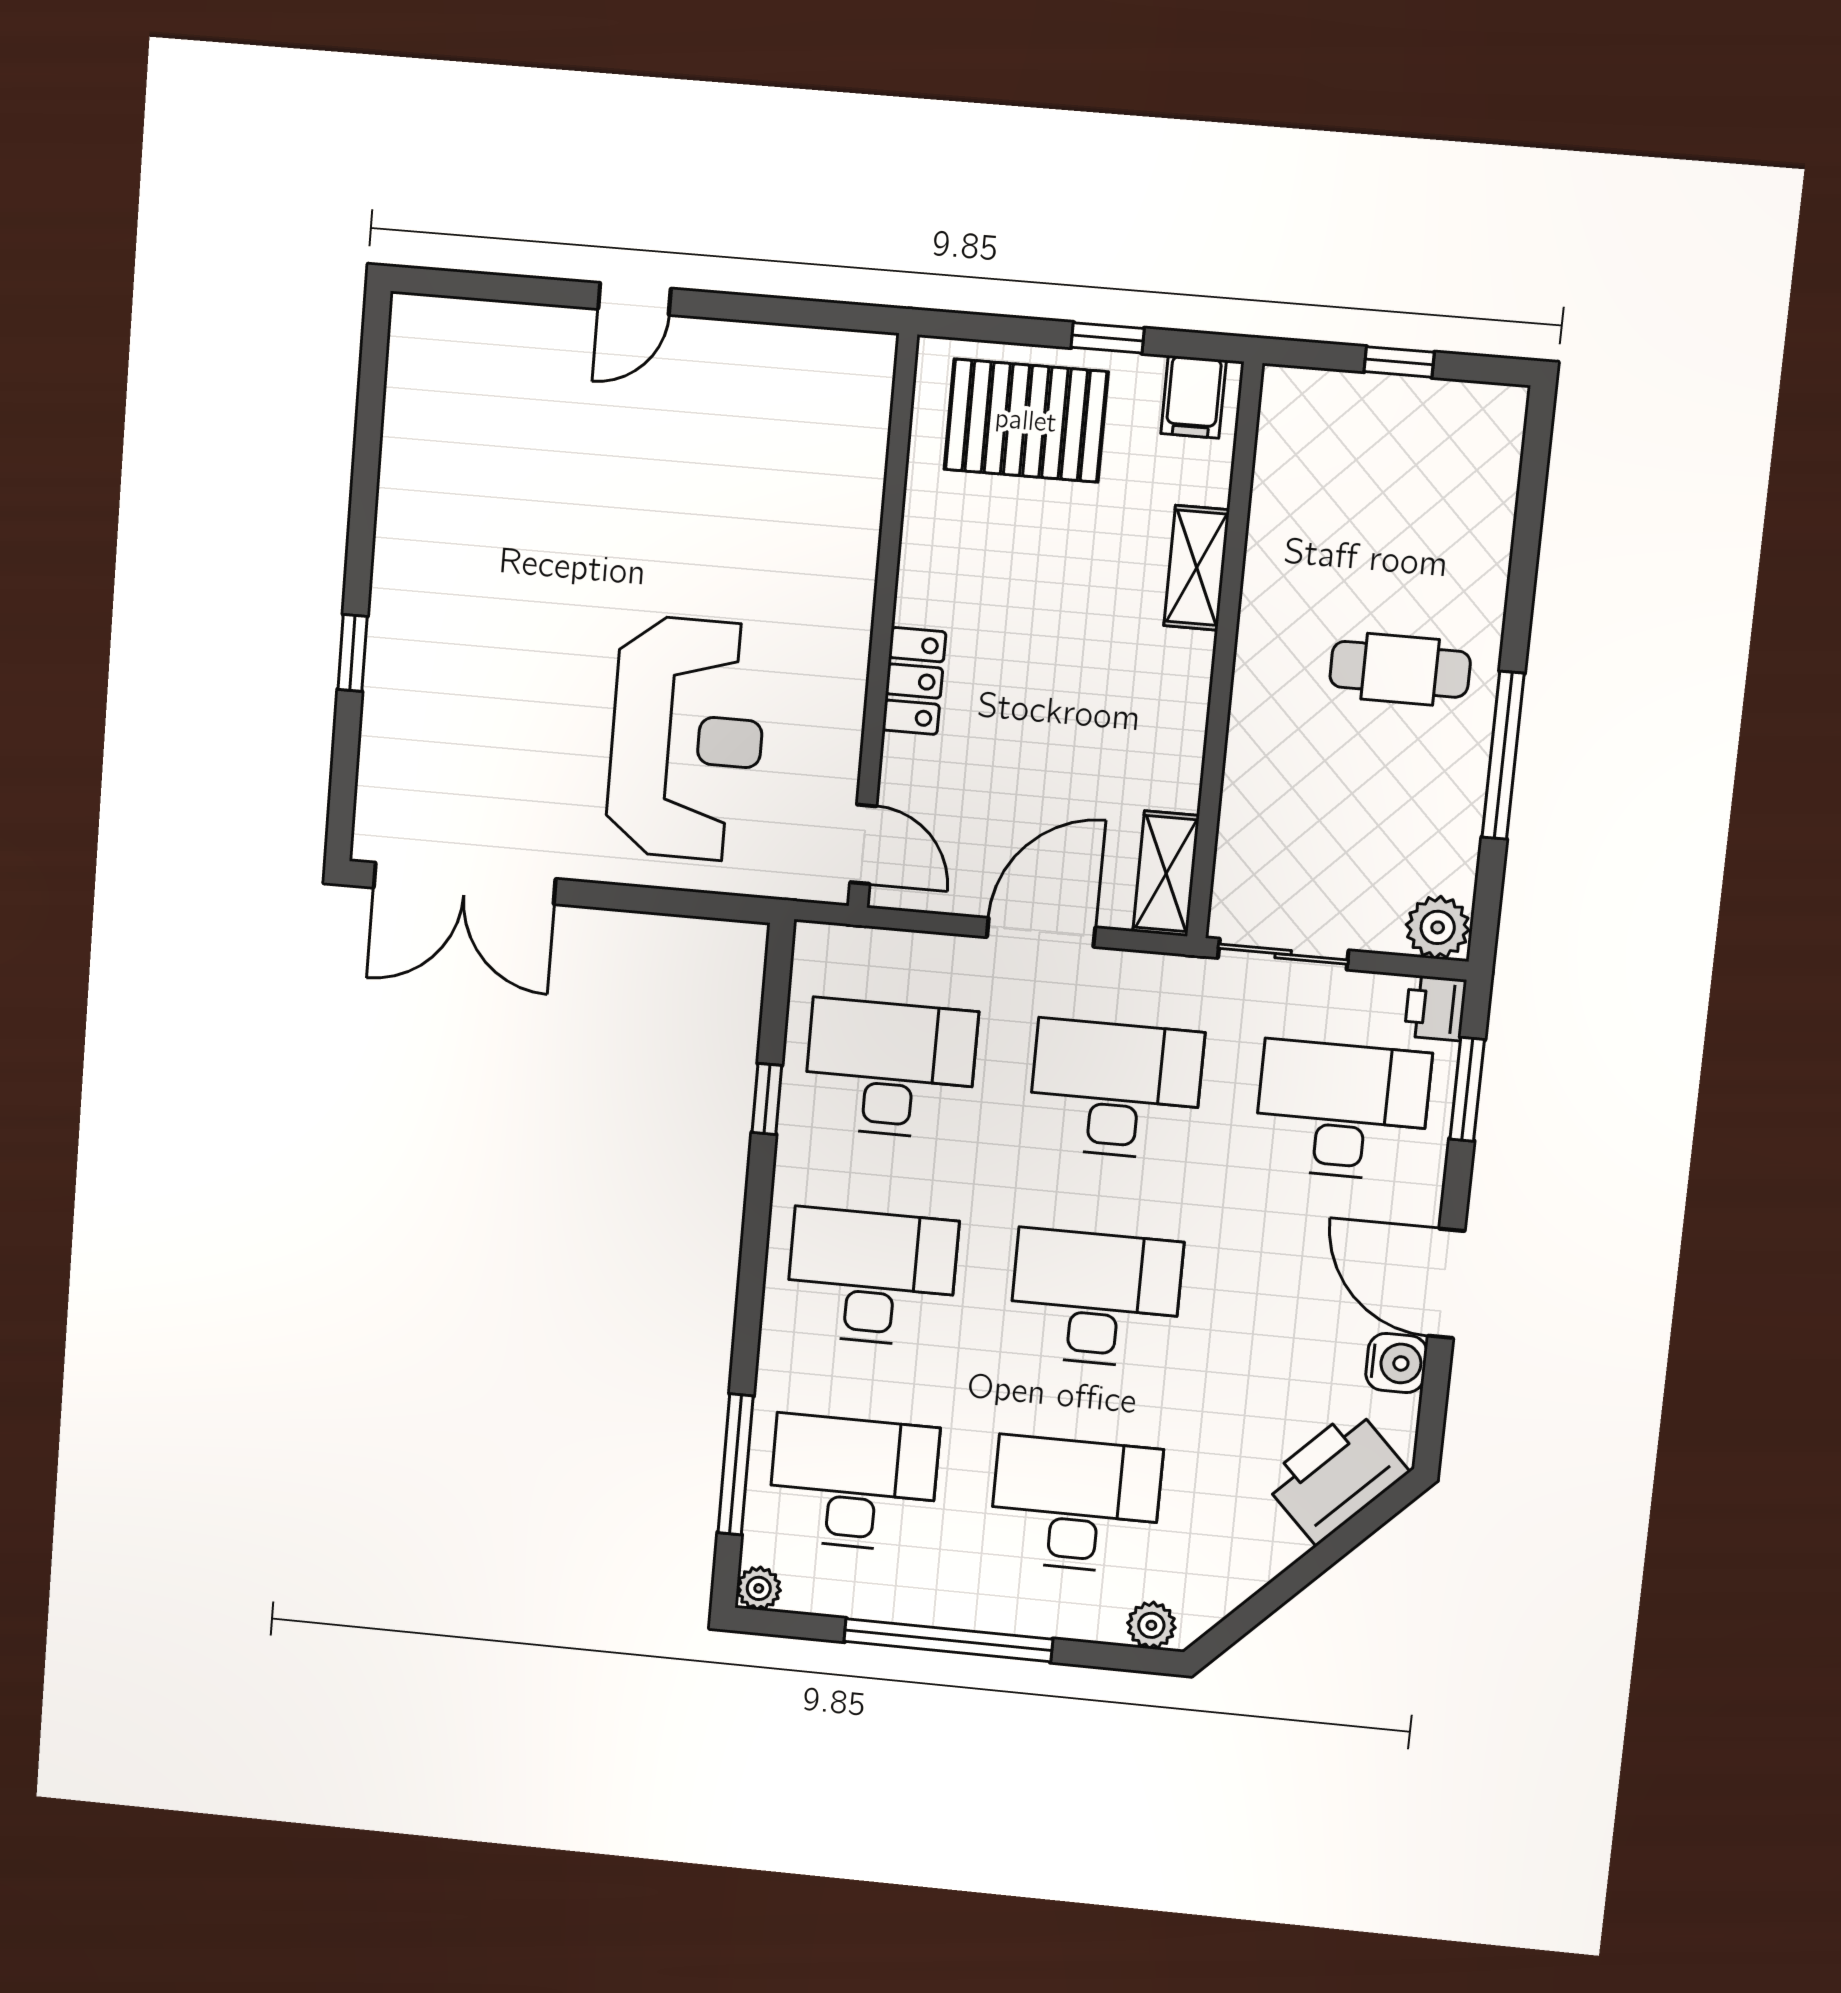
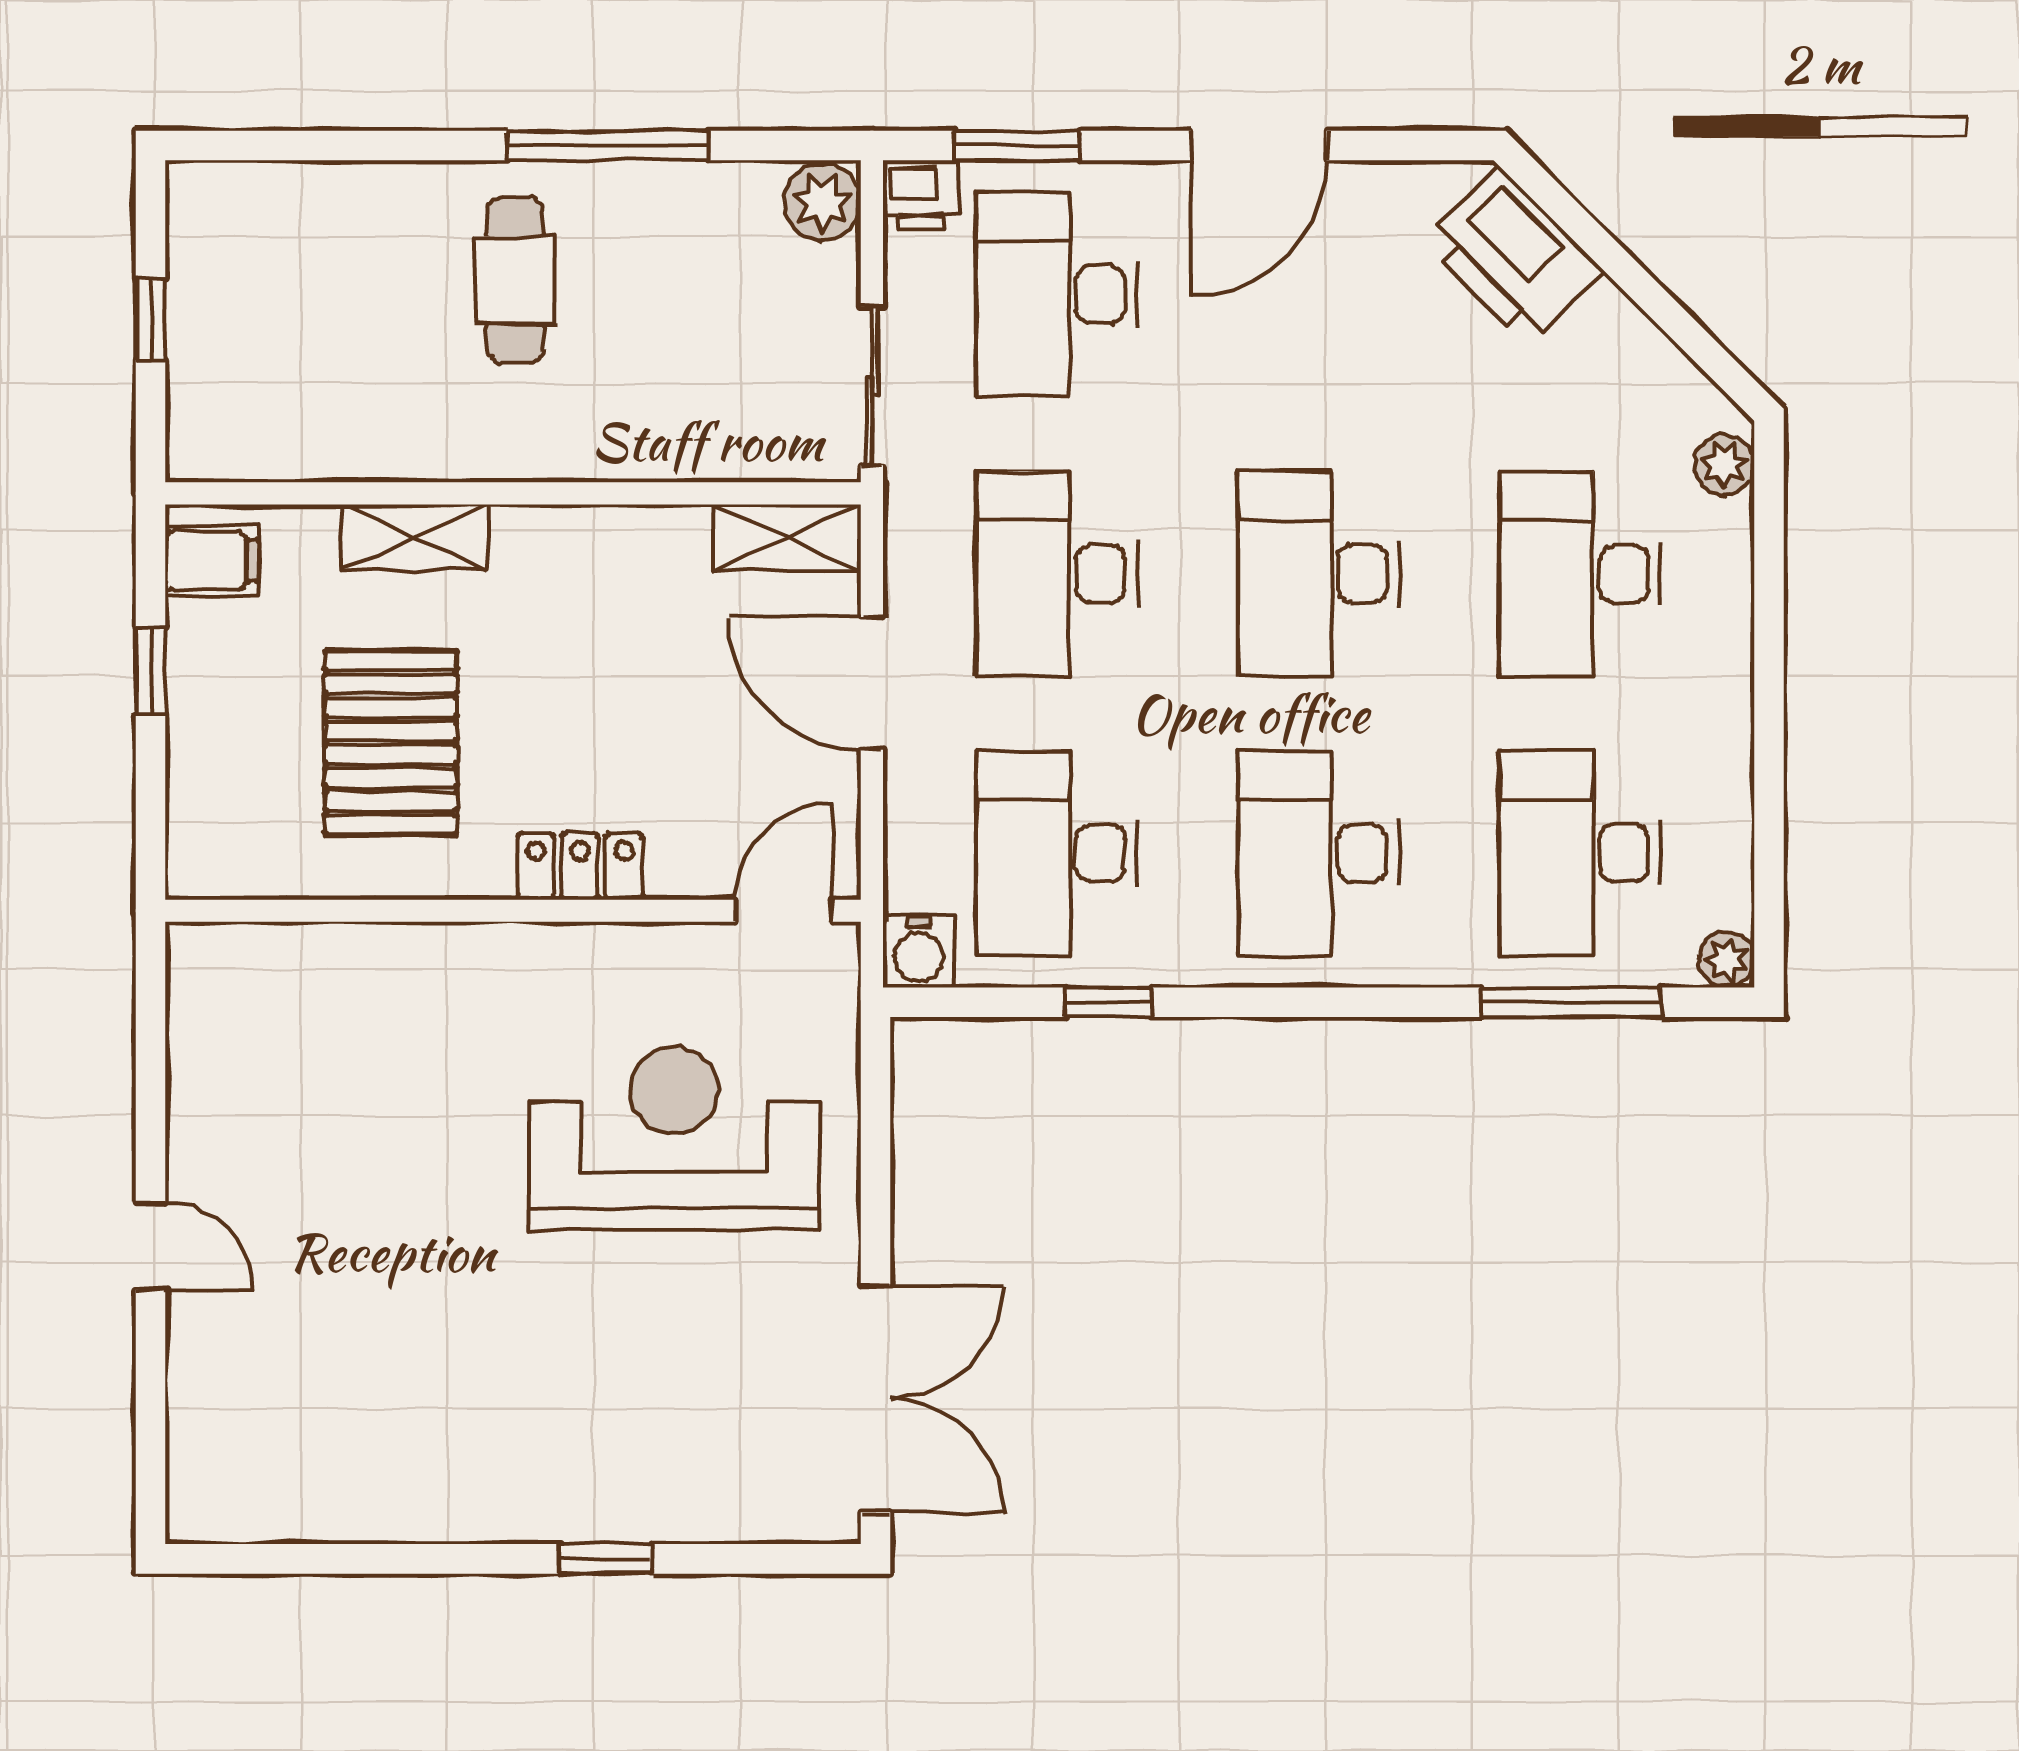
pallet: (1026, 421) -> (391, 743), moved
water cooler: (1396, 1363) -> (919, 952), moved, turned 180
window: (948, 1640) -> (1769, 716), removed

